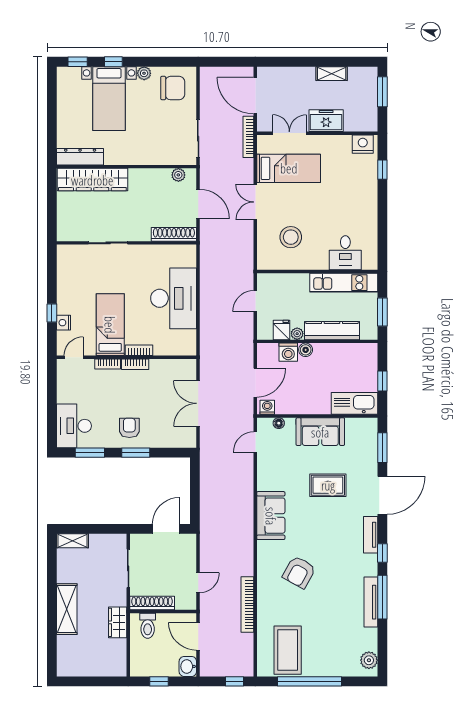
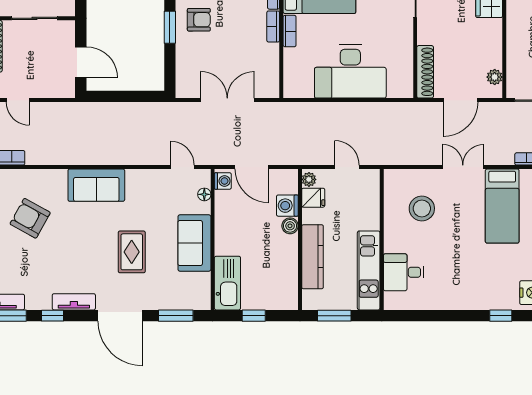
plant: (297, 334) -> (309, 179), moved

